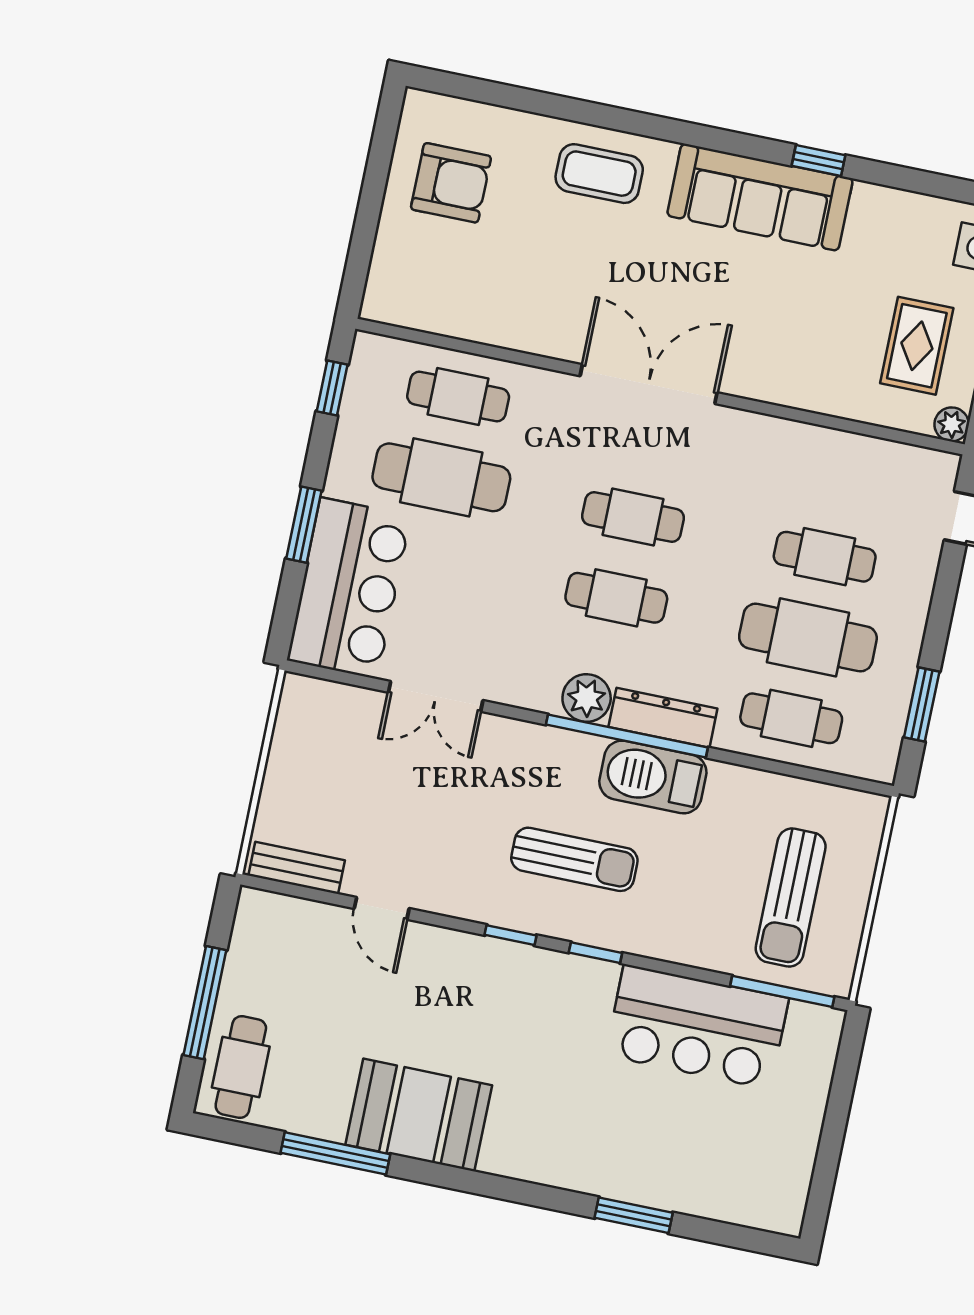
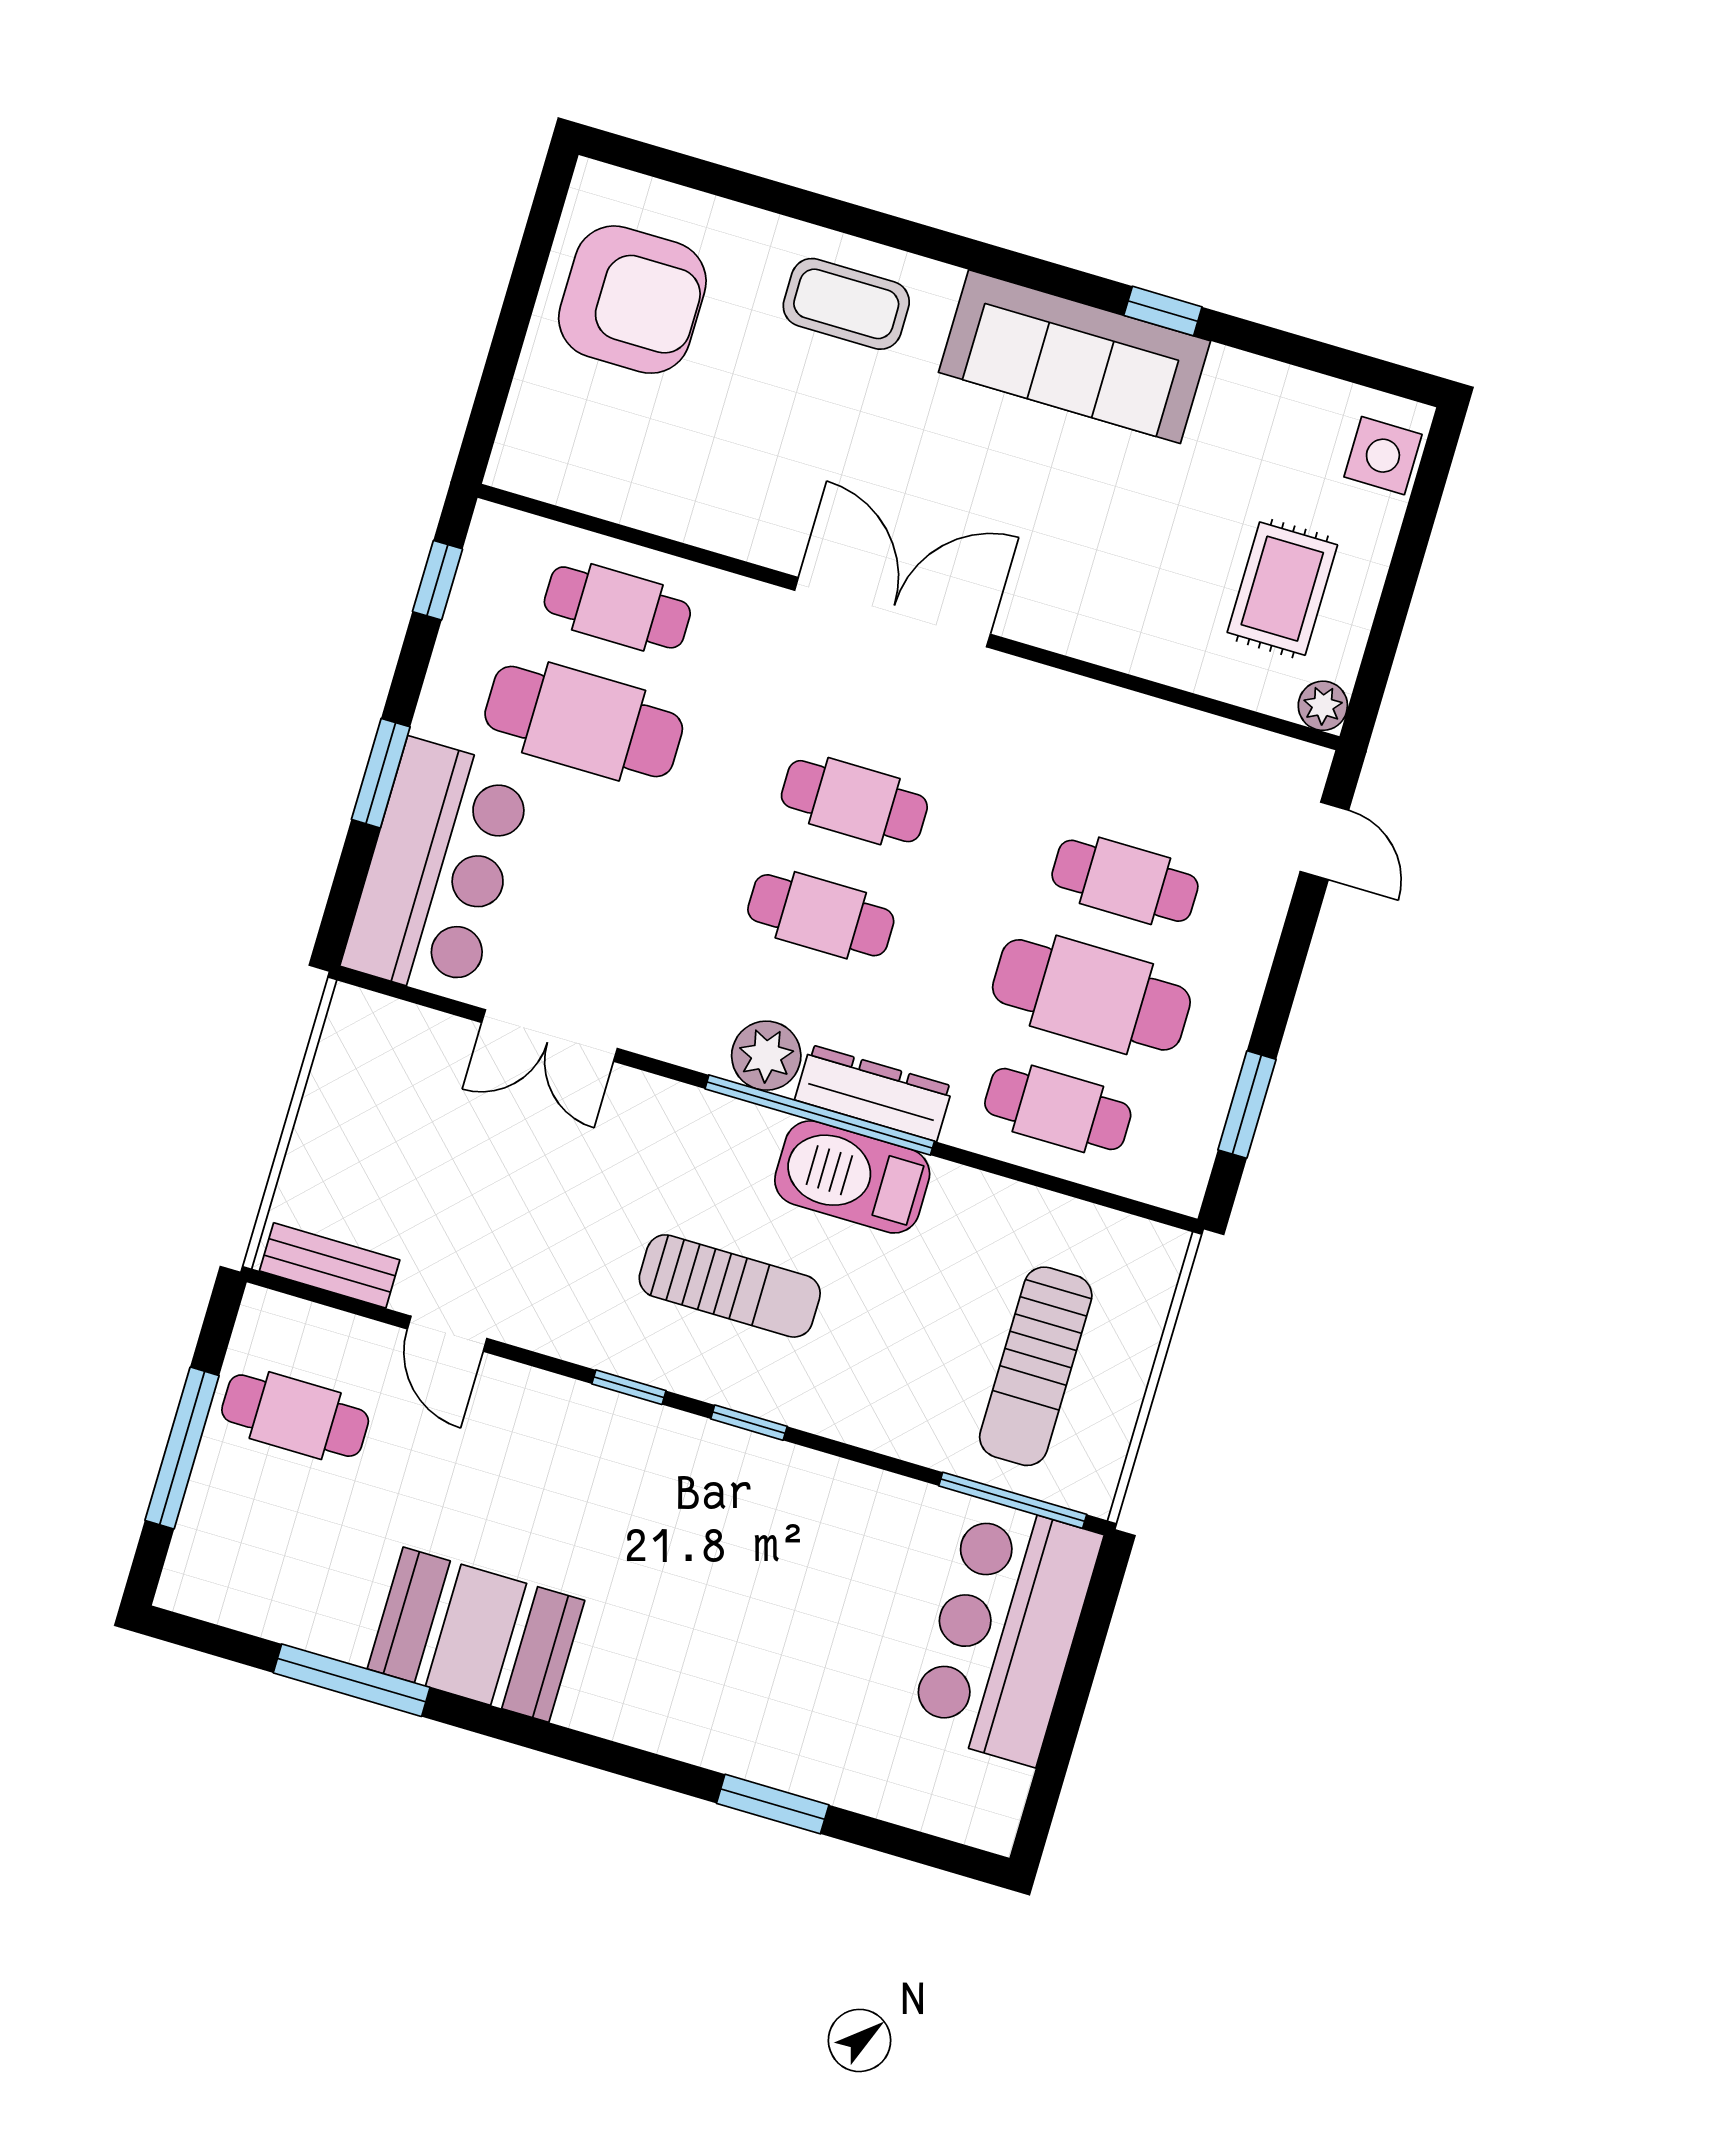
armchair: (451, 183) -> (632, 300), width x1.36, depth x1.36
bar counter: (697, 1027) -> (1005, 1632), moved, turned 90
cafe table: (241, 1067) -> (295, 1416), moved, turned 90

